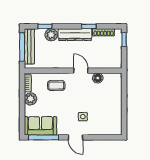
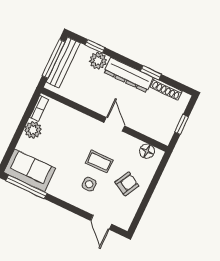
window: (124, 40) -> (182, 125), moved
floor lamp: (98, 78) -> (147, 151), moved
coffee table: (56, 85) -> (99, 162), moved
armchair: (107, 105) -> (127, 184), added
door: (75, 137) -> (101, 222), moved

